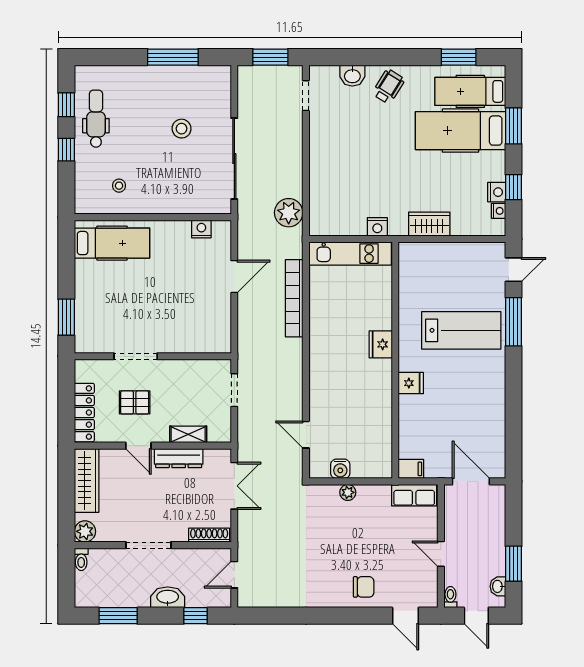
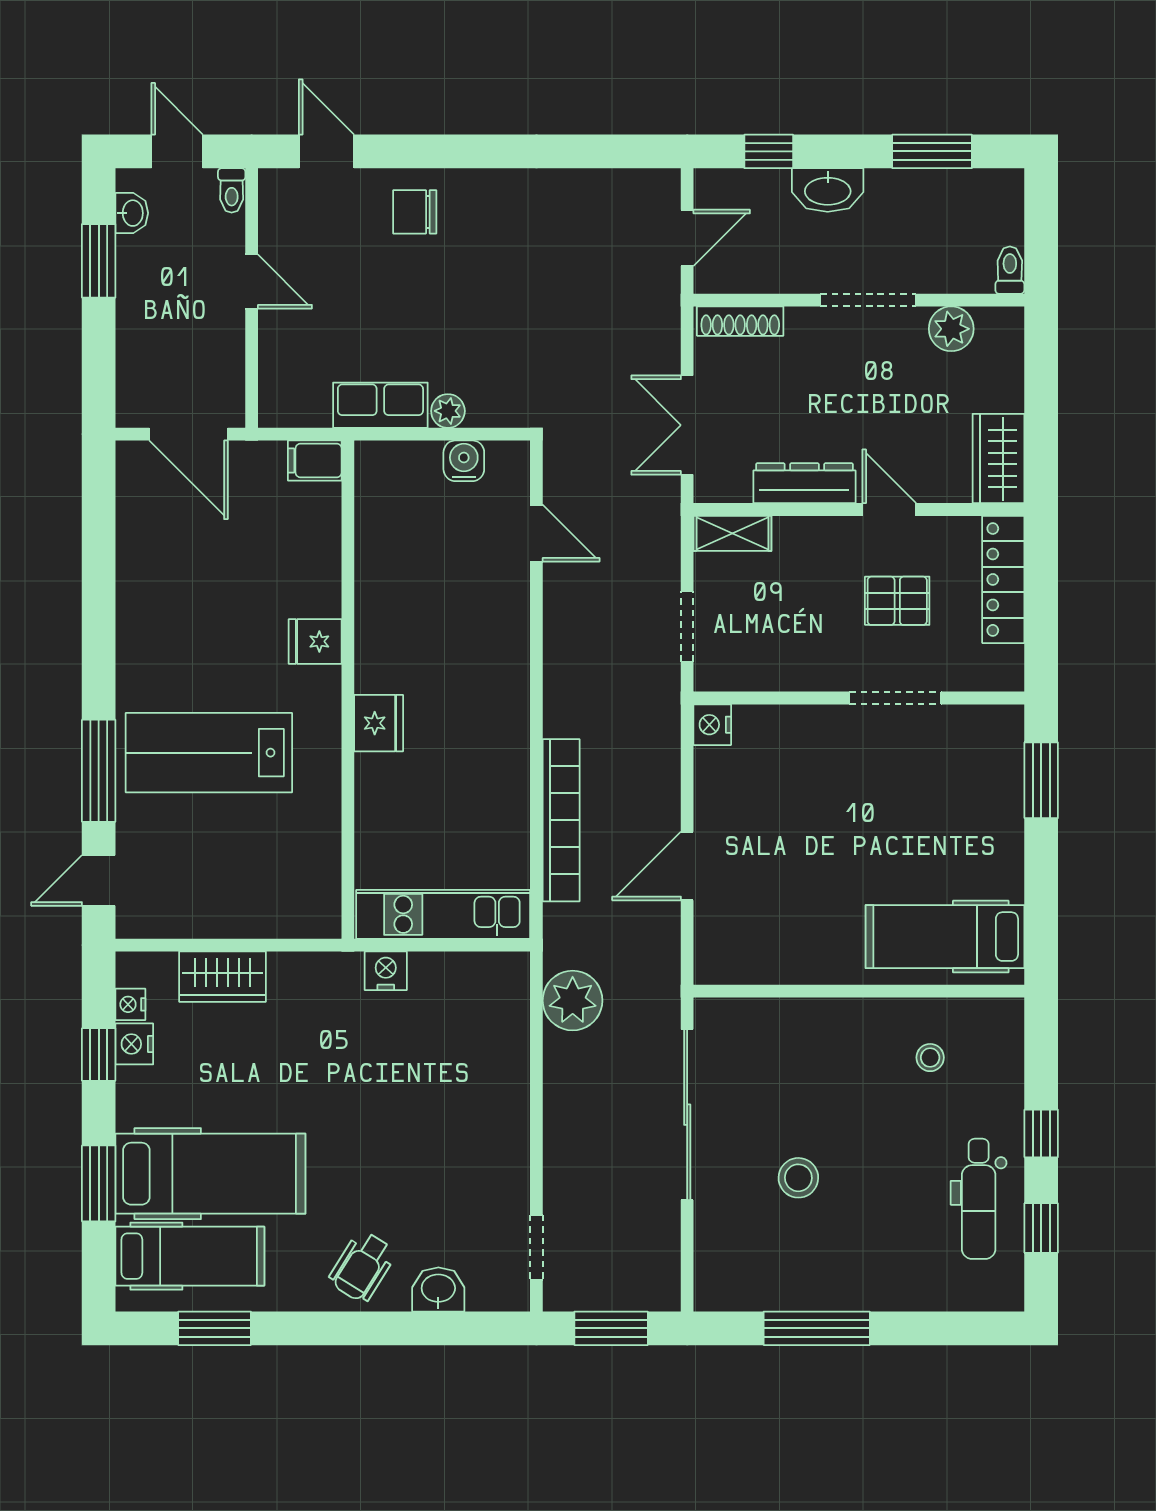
wardrobe: (429, 224) -> (223, 977), moved
nightstand: (201, 229) -> (712, 725), moved, turned 90
shelving: (188, 434) -> (732, 533), moved
wardrobe: (87, 480) -> (998, 459), width x0.67
row of seats: (414, 495) -> (380, 405), moved
plant: (85, 531) -> (951, 329), moved

